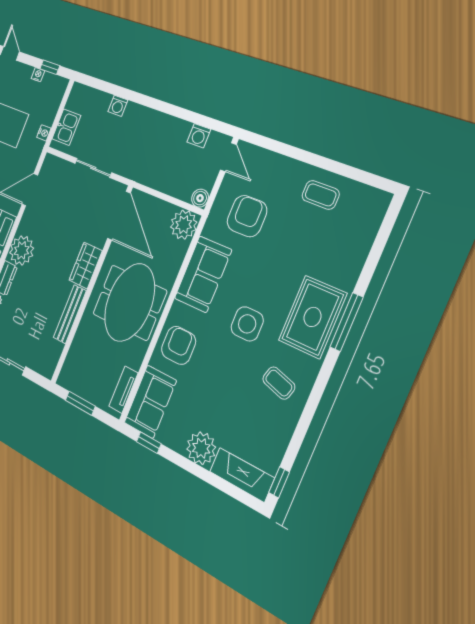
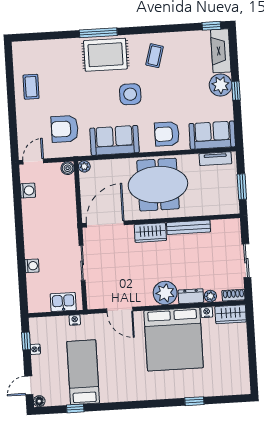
plant: (184, 225) -> (84, 166), width x0.53, depth x0.53
window: (149, 443) -> (236, 91), moved

